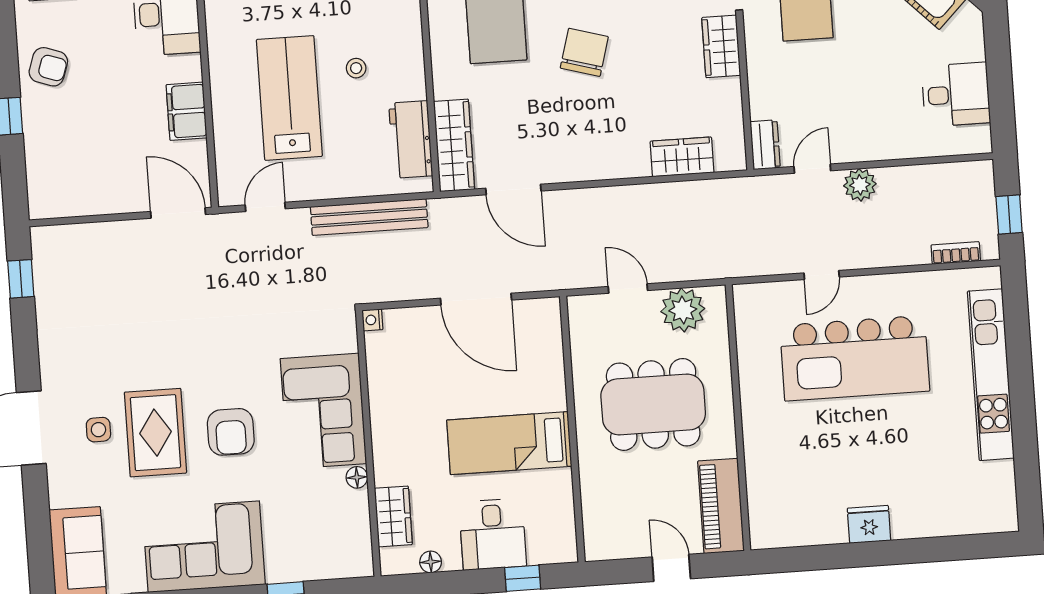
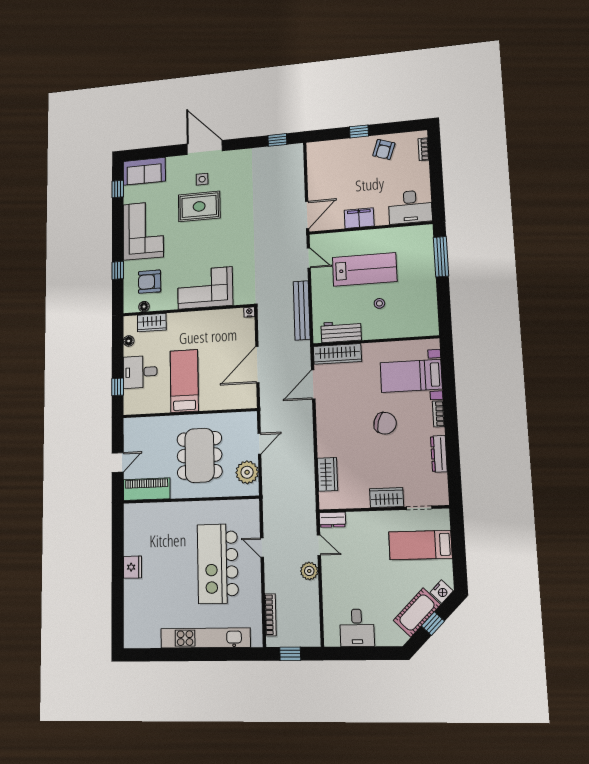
bookcase: (956, 253) -> (270, 615), width x1.56
armchair: (231, 432) -> (149, 282), moved
floor lamp: (357, 477) -> (144, 307), moved

